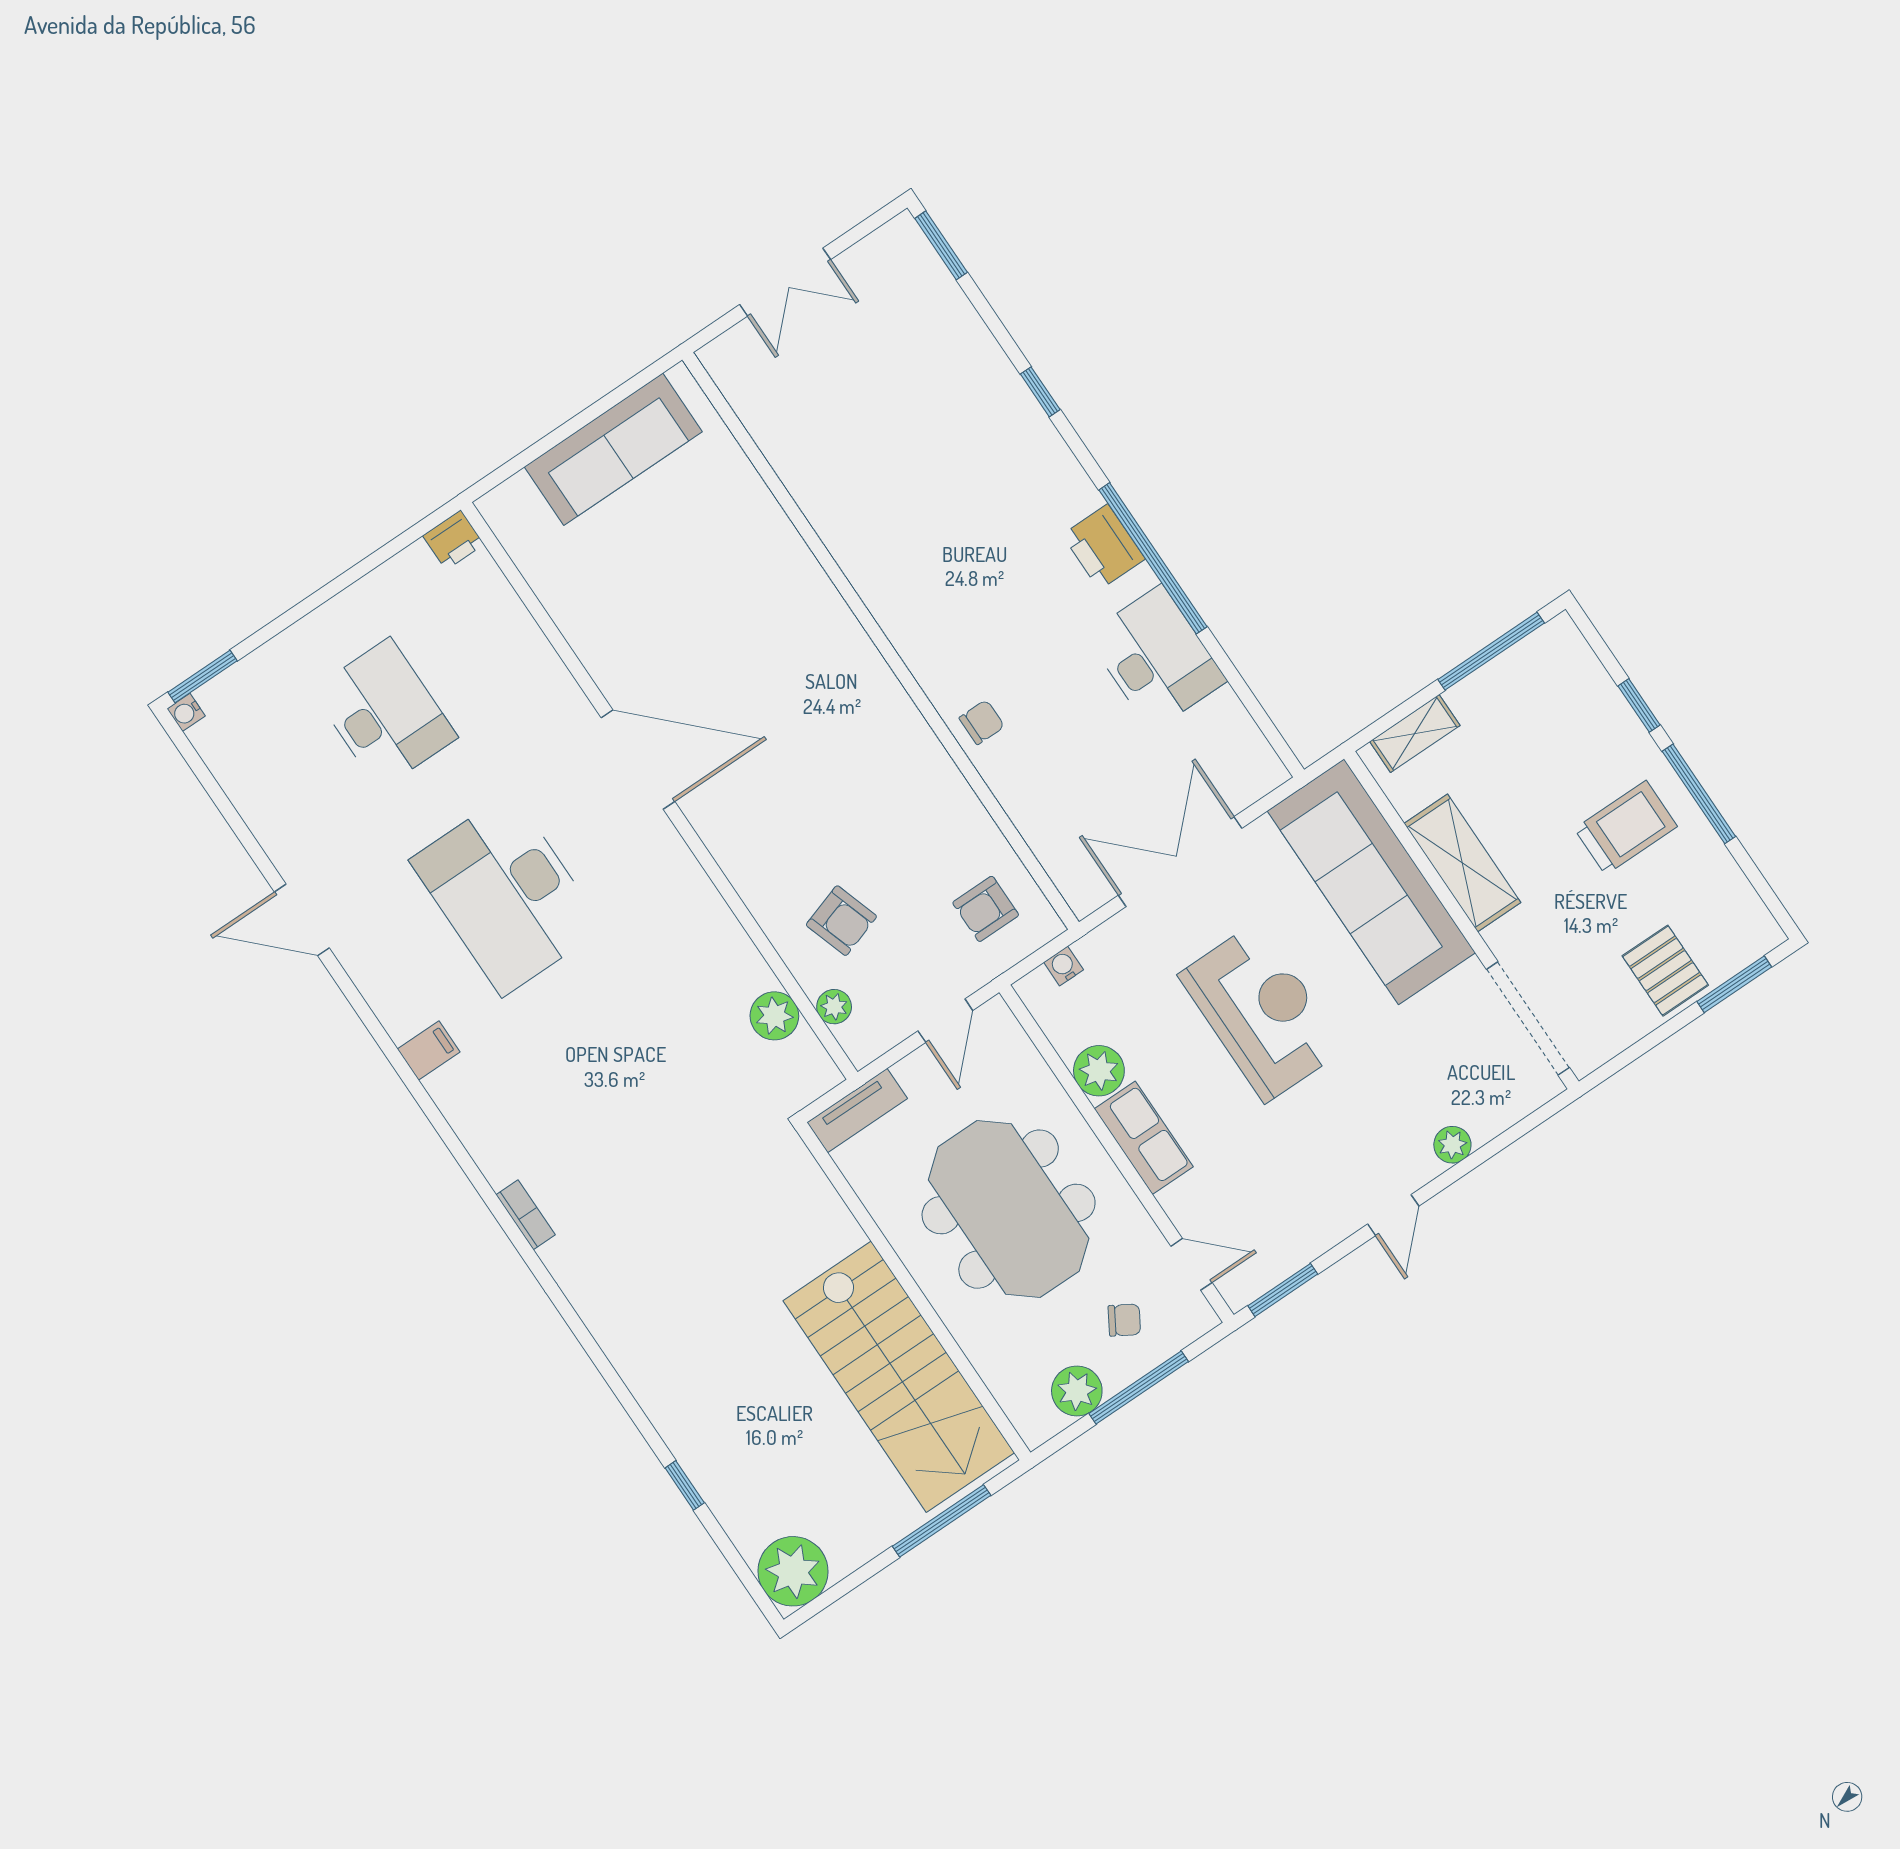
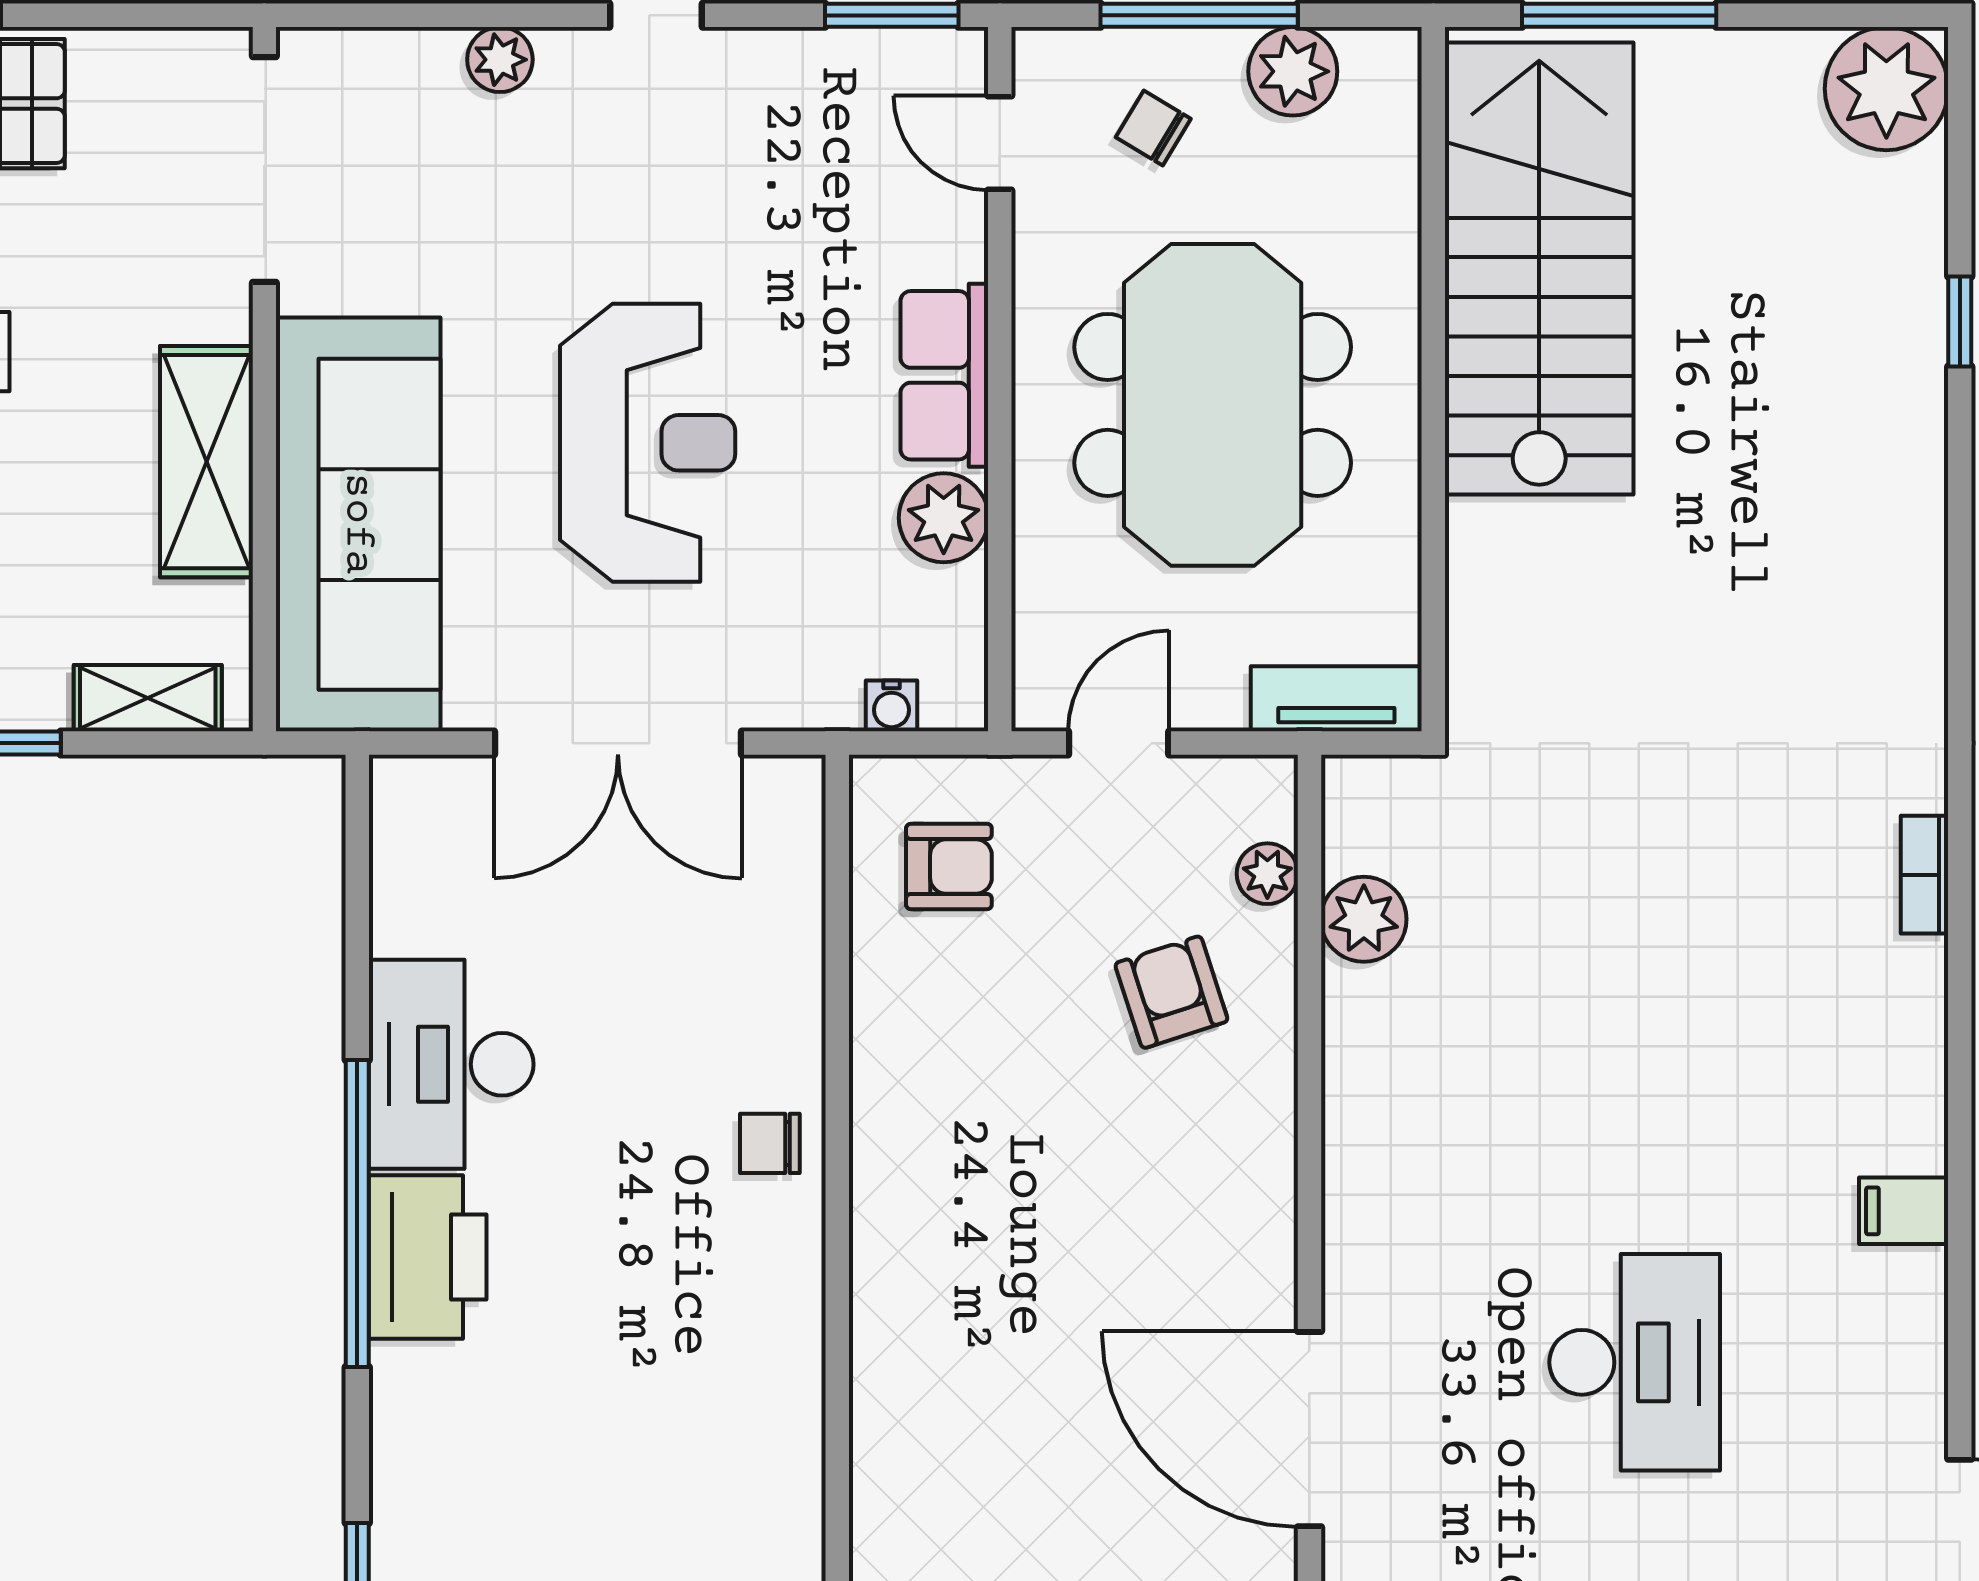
printer: (1104, 547) -> (428, 1257), width x1.37, depth x1.19
desk: (507, 894) -> (1635, 1362), width x0.73, depth x0.77
reception desk: (1261, 1012) -> (648, 443), turned 180

